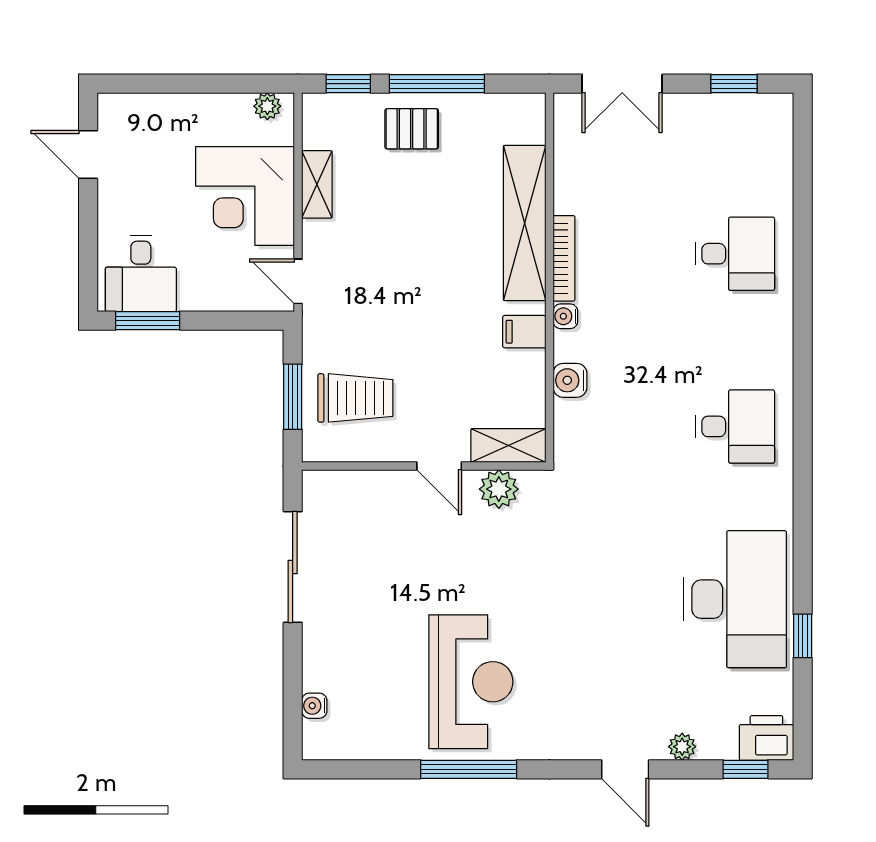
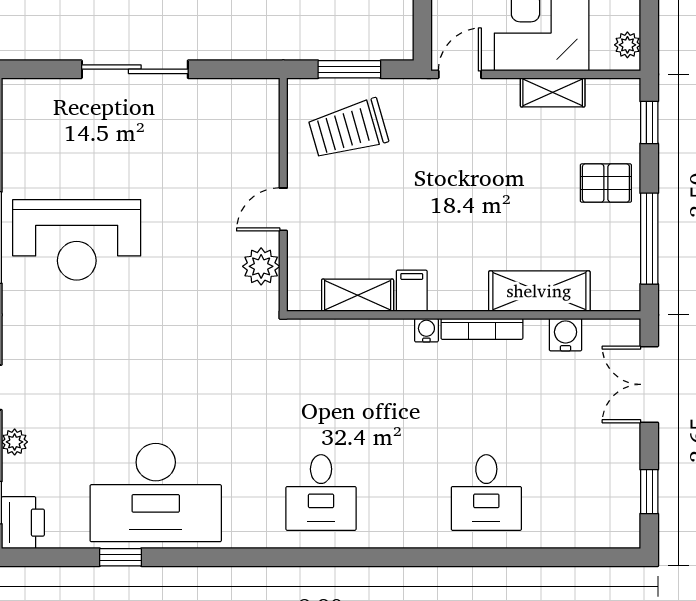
window: (437, 84) -> (649, 239), moved
pallet: (412, 129) -> (606, 183), turned 90
shelving: (525, 223) -> (539, 291), width x0.68
water cooler: (570, 380) -> (566, 335), moved
trolley: (355, 398) -> (348, 129), turned 74
shelving: (508, 445) -> (358, 295), moved, turned 90
sliding door: (293, 567) -> (135, 69), moved
water cooler: (314, 706) -> (54, 90), removed

